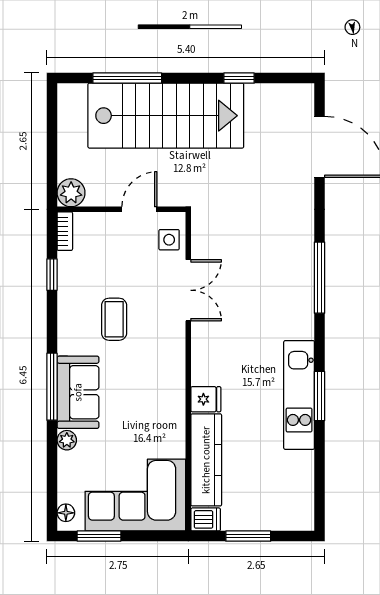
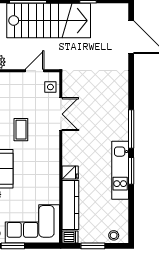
window: (320, 278) -> (131, 129), moved
stool: (287, 517) -> (114, 235), added

